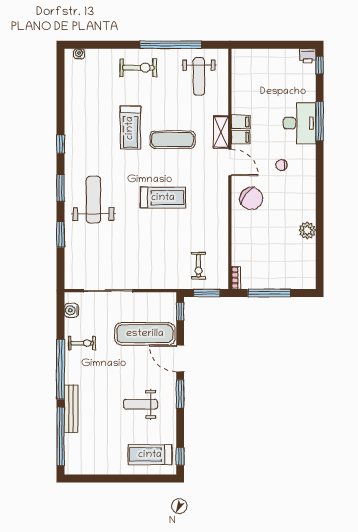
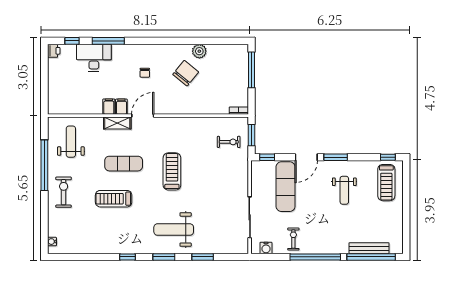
window: (320, 65) -> (72, 41), moved
weight bench: (199, 76) -> (71, 142), turned -90
desk: (300, 123) -> (94, 58), moved
treadmill: (130, 128) -> (114, 199), turned 180
exercise mat: (173, 140) -> (124, 164), turned 90
chair: (251, 199) -> (186, 73), moved
window: (269, 293) -> (252, 70), moved
bench: (71, 409) -> (369, 248), moved

